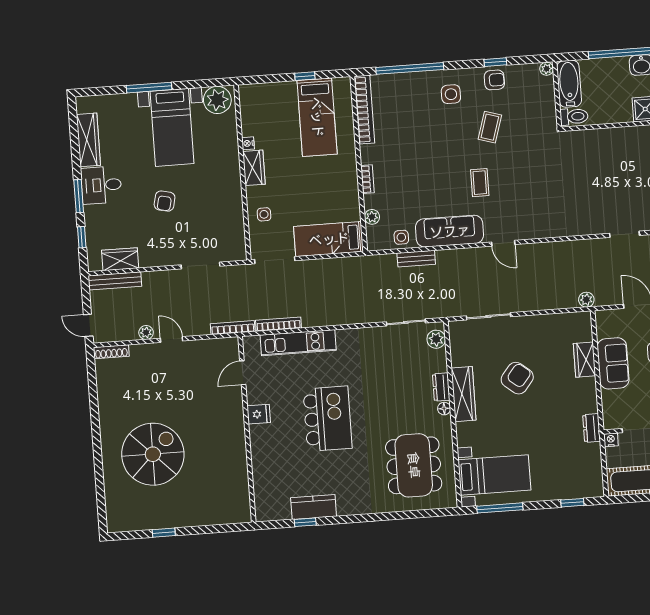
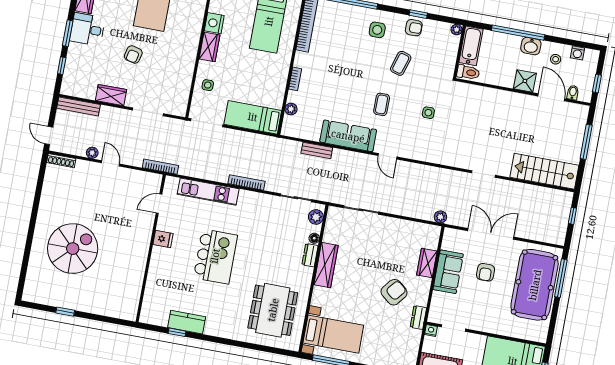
nightstand: (248, 143) -> (214, 23), width x1.89, depth x1.79
side table: (401, 237) -> (428, 113), moved
wardrobe: (120, 259) -> (111, 95), moved
bookcase: (279, 324) -> (246, 182), moved
armchair: (517, 378) -> (394, 292), moved
floor lamp: (444, 409) -> (314, 238), moved

